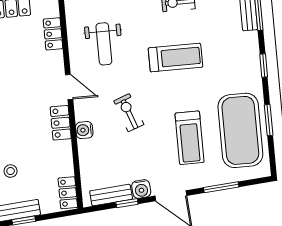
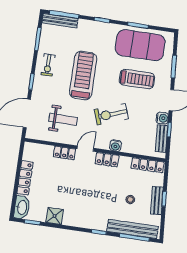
locker: (53, 34) -> (64, 153), moved
treadmill: (175, 58) -> (83, 76), width x1.37, depth x1.38
exercise bike: (129, 113) -> (111, 114), width x1.38, depth x1.39
locker: (68, 193) -> (148, 165), width x1.53

